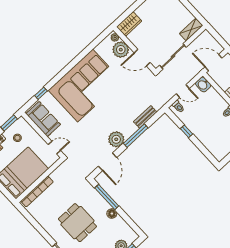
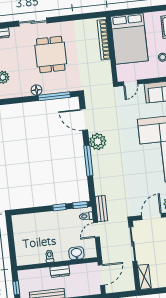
washbasin: (203, 84) -> (76, 253), moved
bench: (145, 117) -> (101, 209), moved
window: (173, 117) -> (80, 205), added
dining table: (77, 223) -> (51, 55), turned 90

